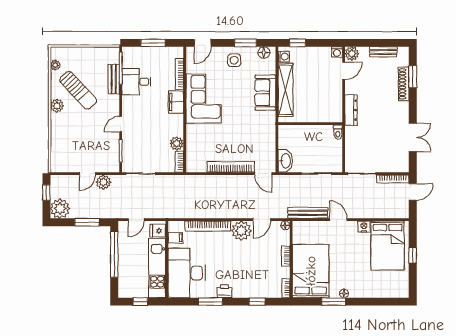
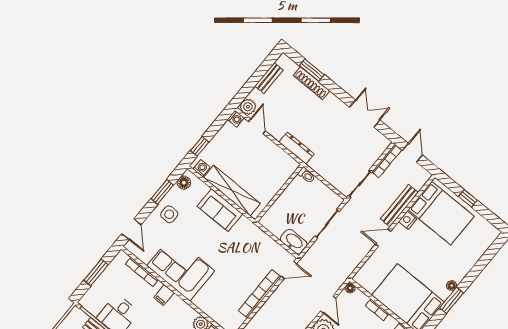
filing cabinet: (176, 102) -> (164, 295), width x0.50
bench: (308, 213) -> (399, 206), moved

